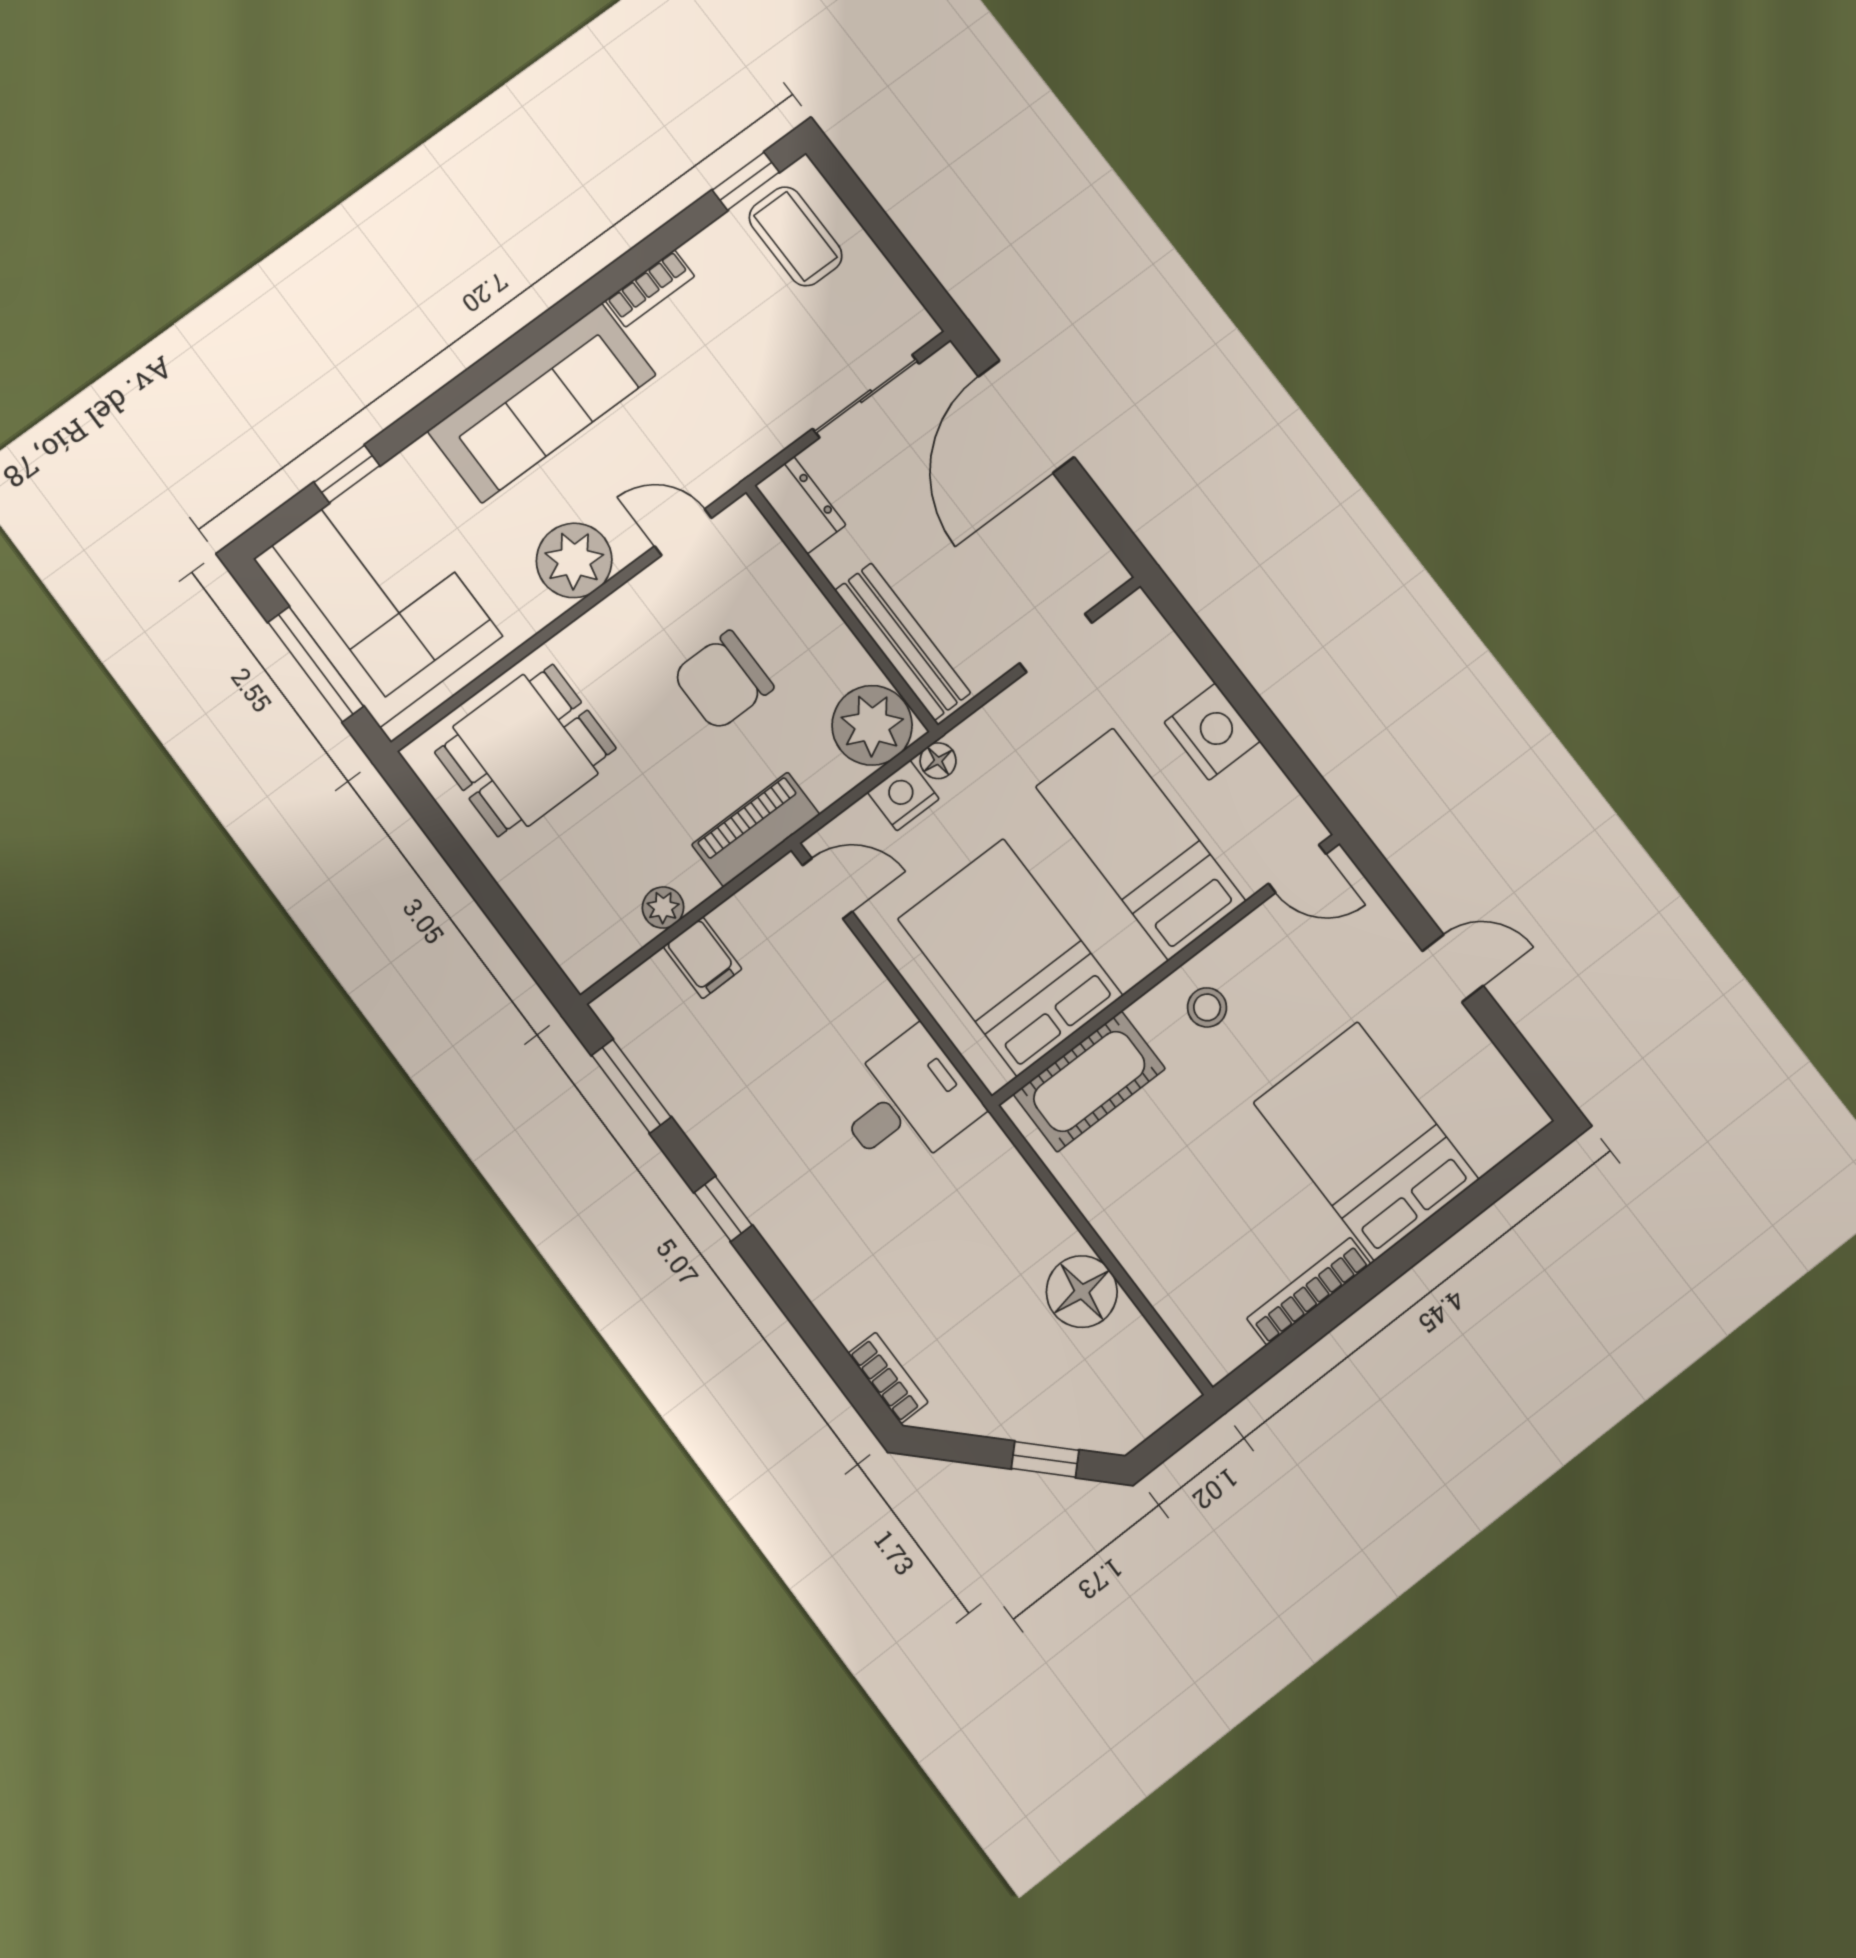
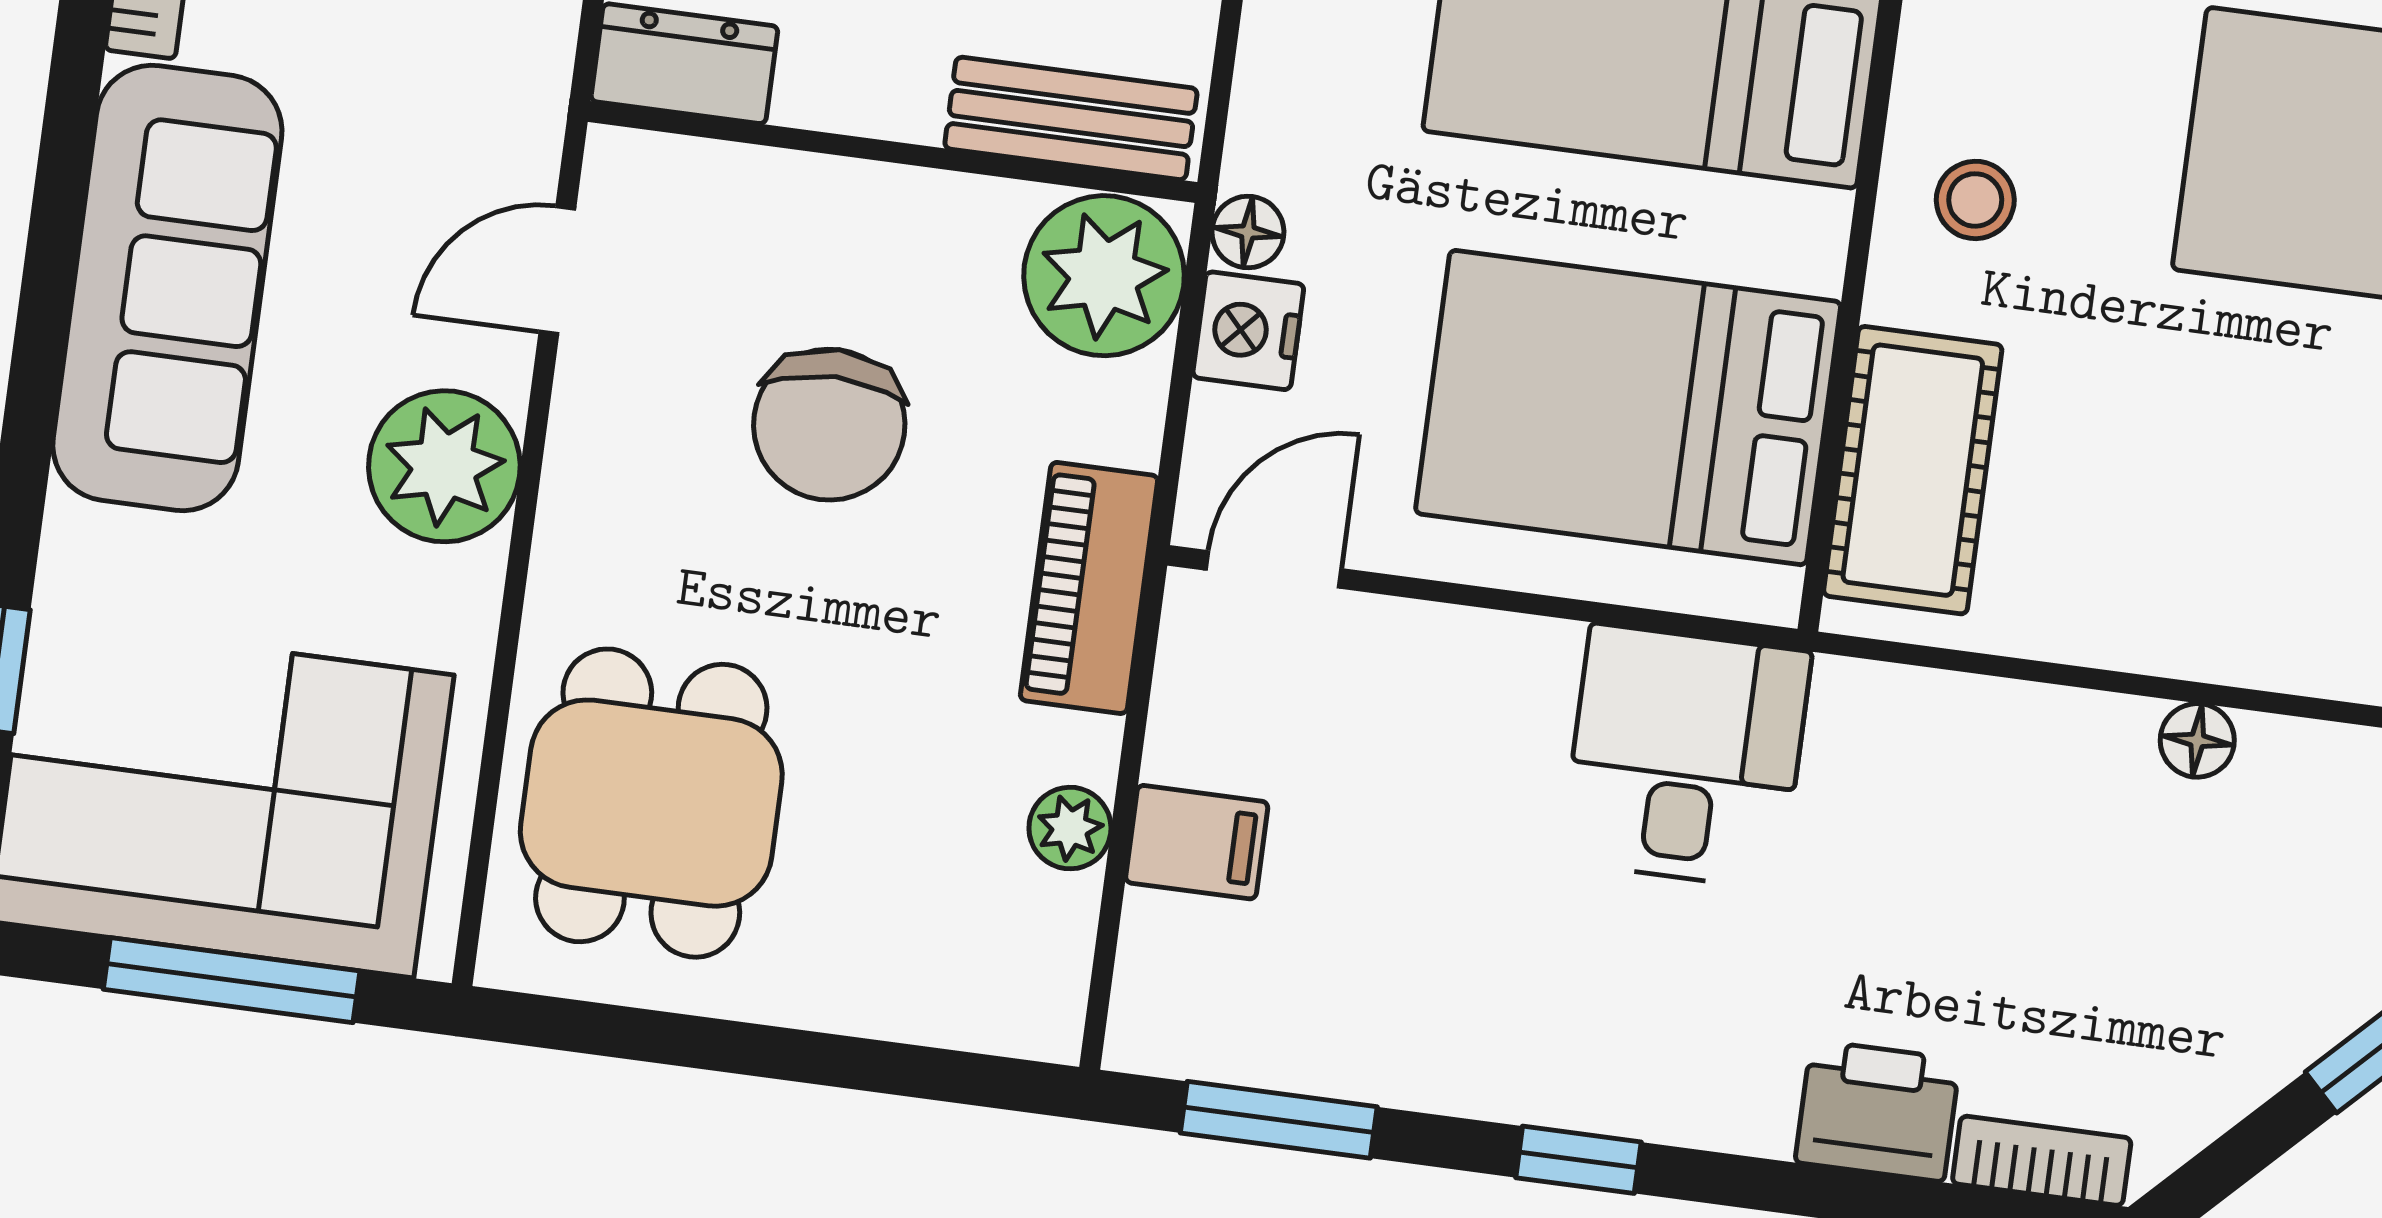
bench: (903, 642) -> (1071, 118), width x0.73
floor lamp: (1082, 1292) -> (2197, 740), width x0.53, depth x0.53
printer: (847, 1300) -> (1878, 1111), added

